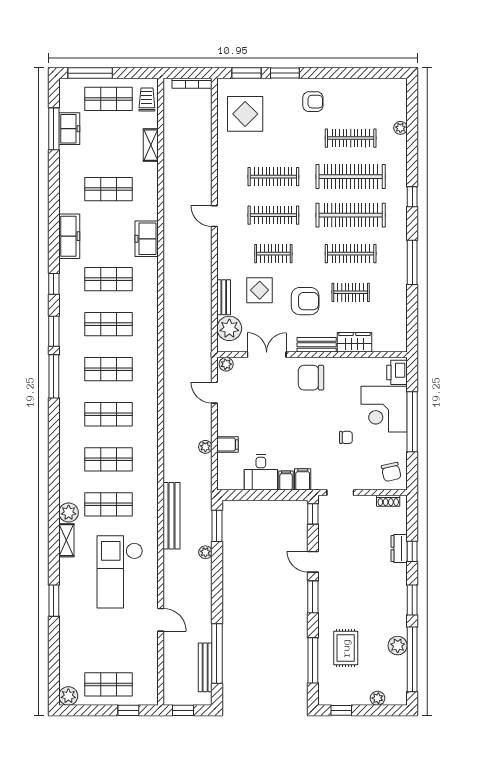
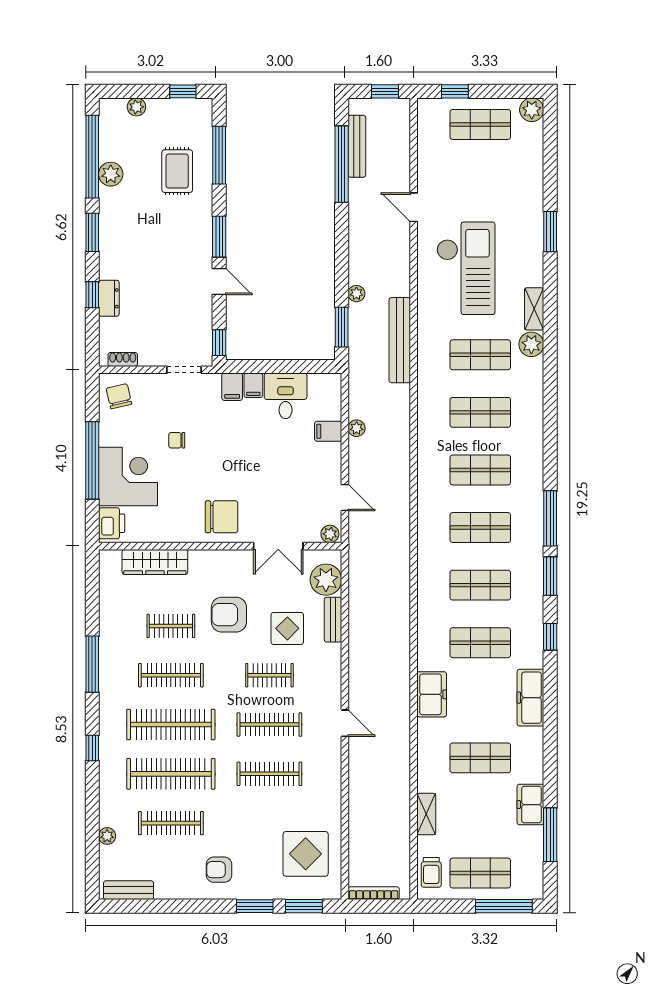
freezer: (69, 129) -> (530, 805), moved
wardrobe: (354, 342) -> (155, 562), width x1.50
bench: (317, 345) -> (129, 890), moved

